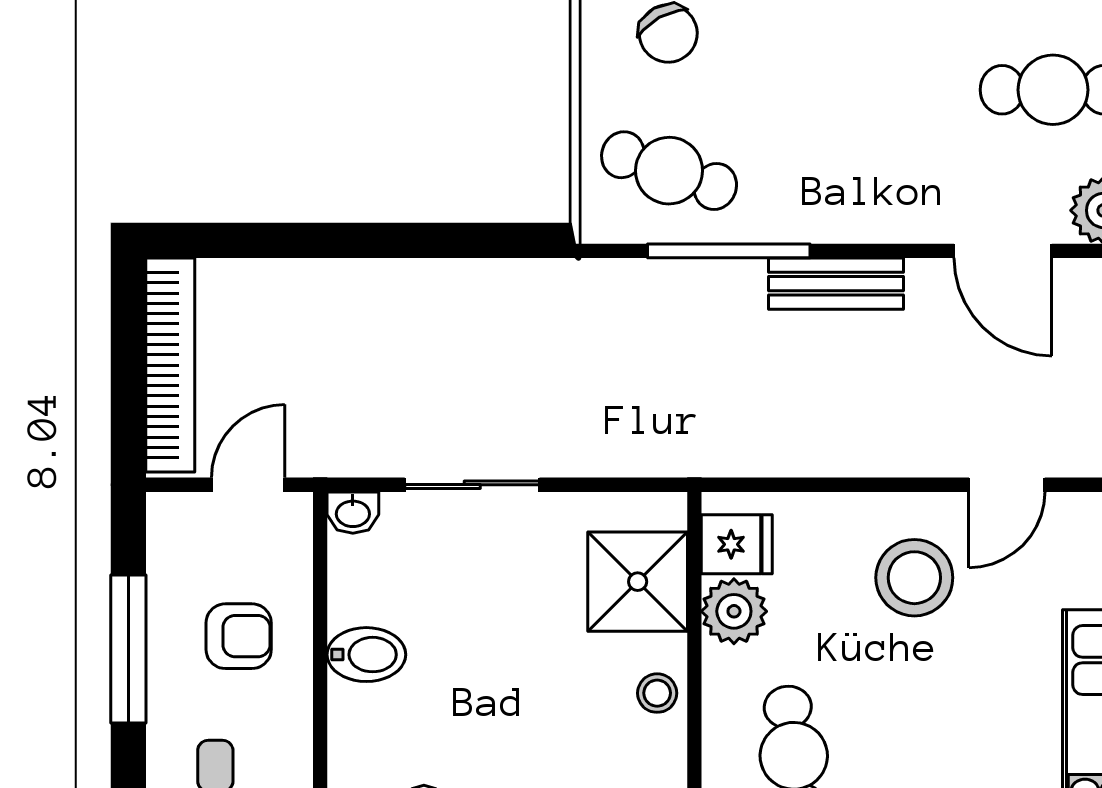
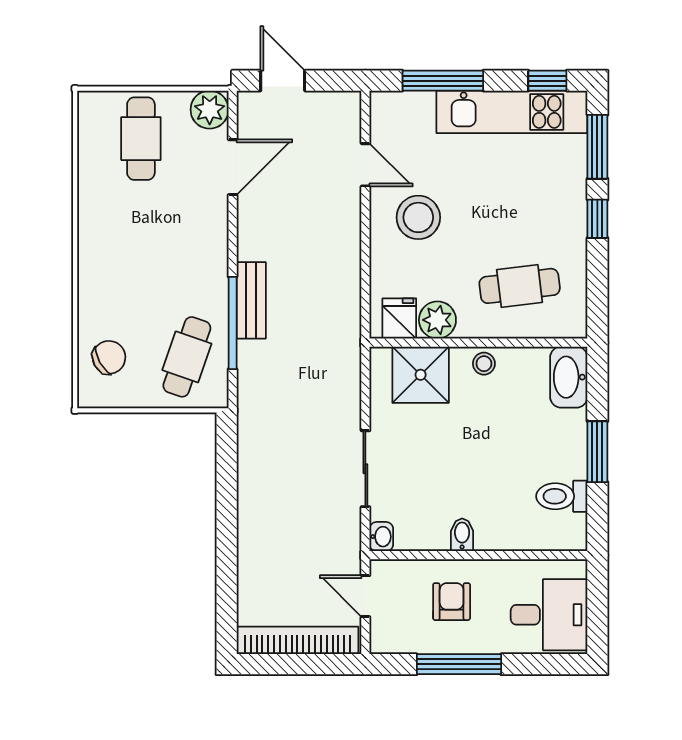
bench: (836, 284) -> (251, 300), moved
bidet: (366, 655) -> (462, 535), width x0.72, depth x0.74

